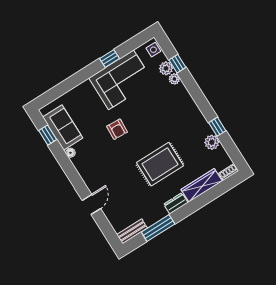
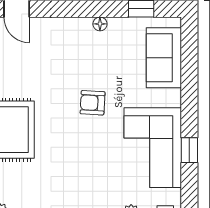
sofa: (63, 128) -> (164, 58), moved, turned 90

